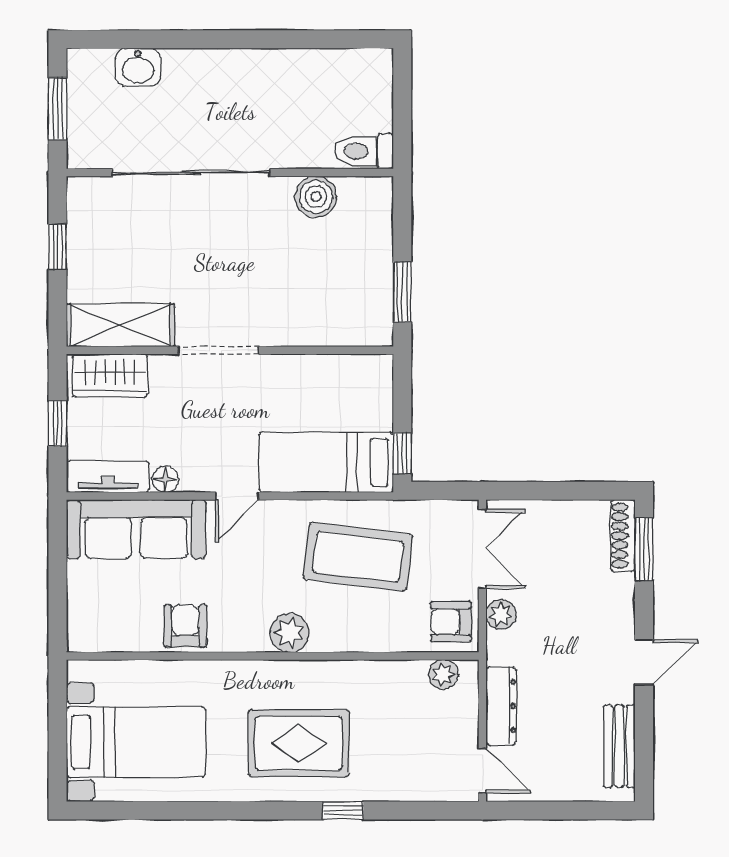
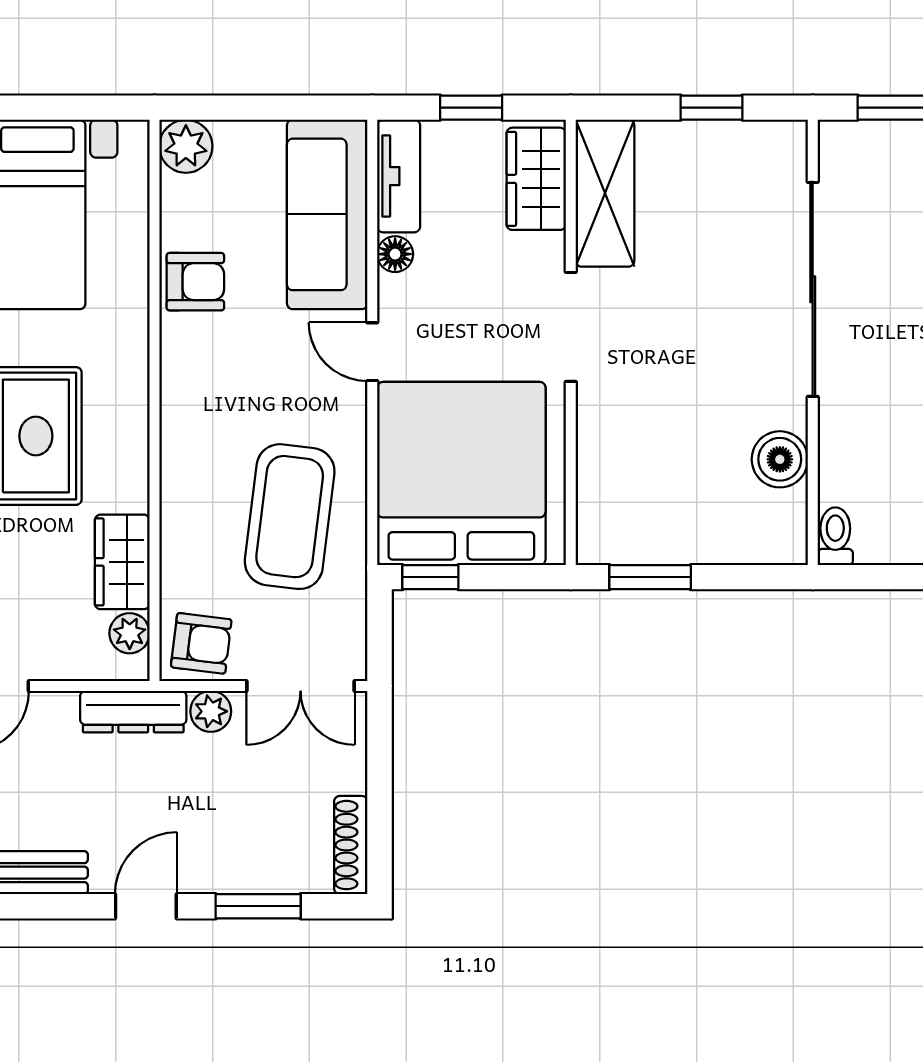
toilet: (364, 151) -> (835, 536), width x0.73, depth x0.72
bed: (326, 462) -> (461, 473), width x2.04
shoe rack: (623, 536) -> (351, 845), moved, turned -90
window: (644, 549) -> (258, 906), moved
armchair: (451, 622) -> (201, 643), turned 97
plant: (290, 633) -> (186, 146), moved
door: (644, 662) -> (146, 906), swing flipped
wardrobe: (391, 680) -> (122, 562), added
dresser: (501, 706) -> (133, 712), moved

